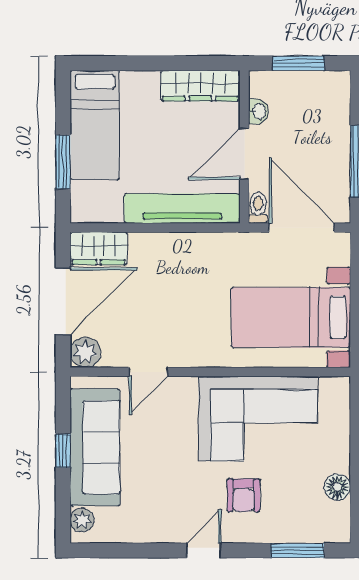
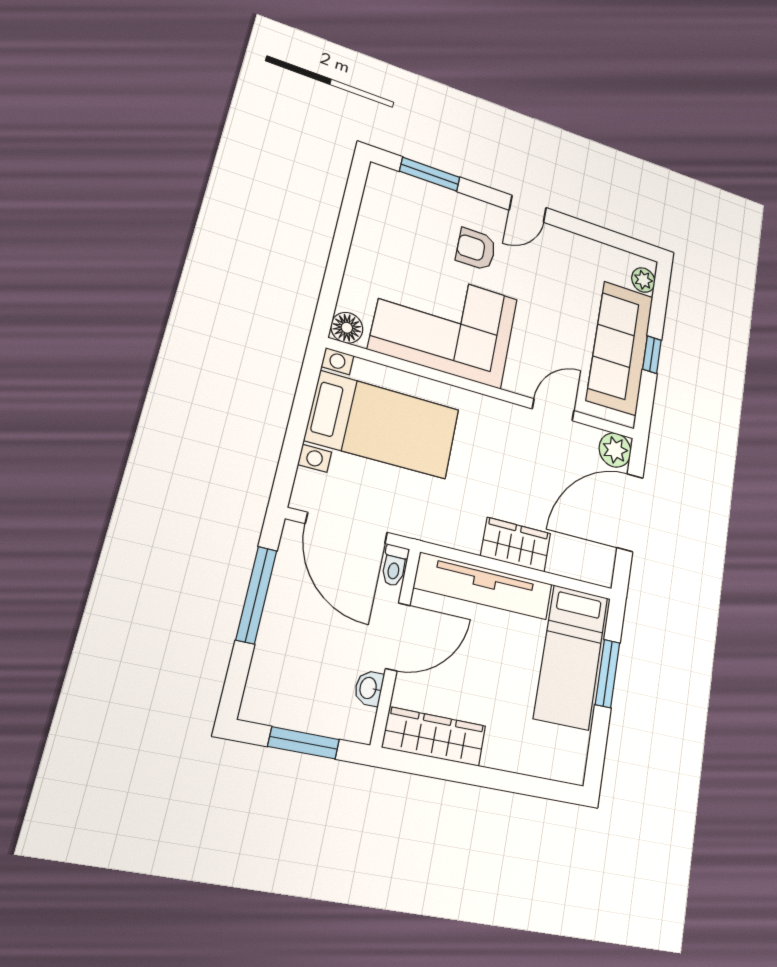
bed: (95, 125) -> (571, 657), moved, turned 180
wardrobe: (99, 248) -> (516, 545), moved
floor lamp: (337, 487) -> (347, 328), moved
armchair: (243, 495) -> (476, 249), turned -90

